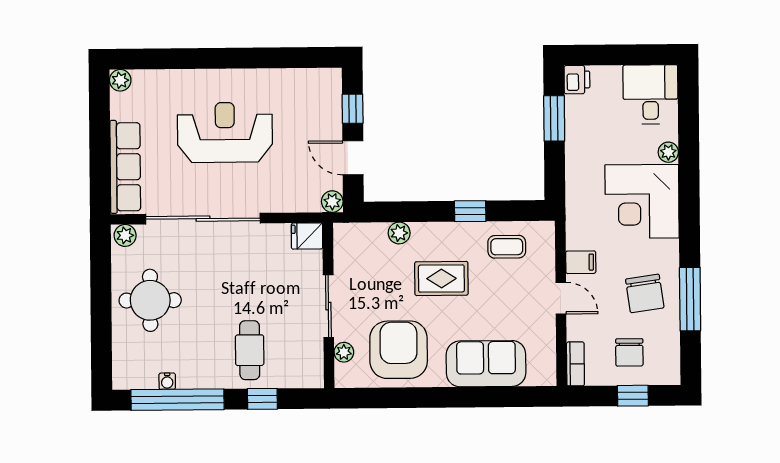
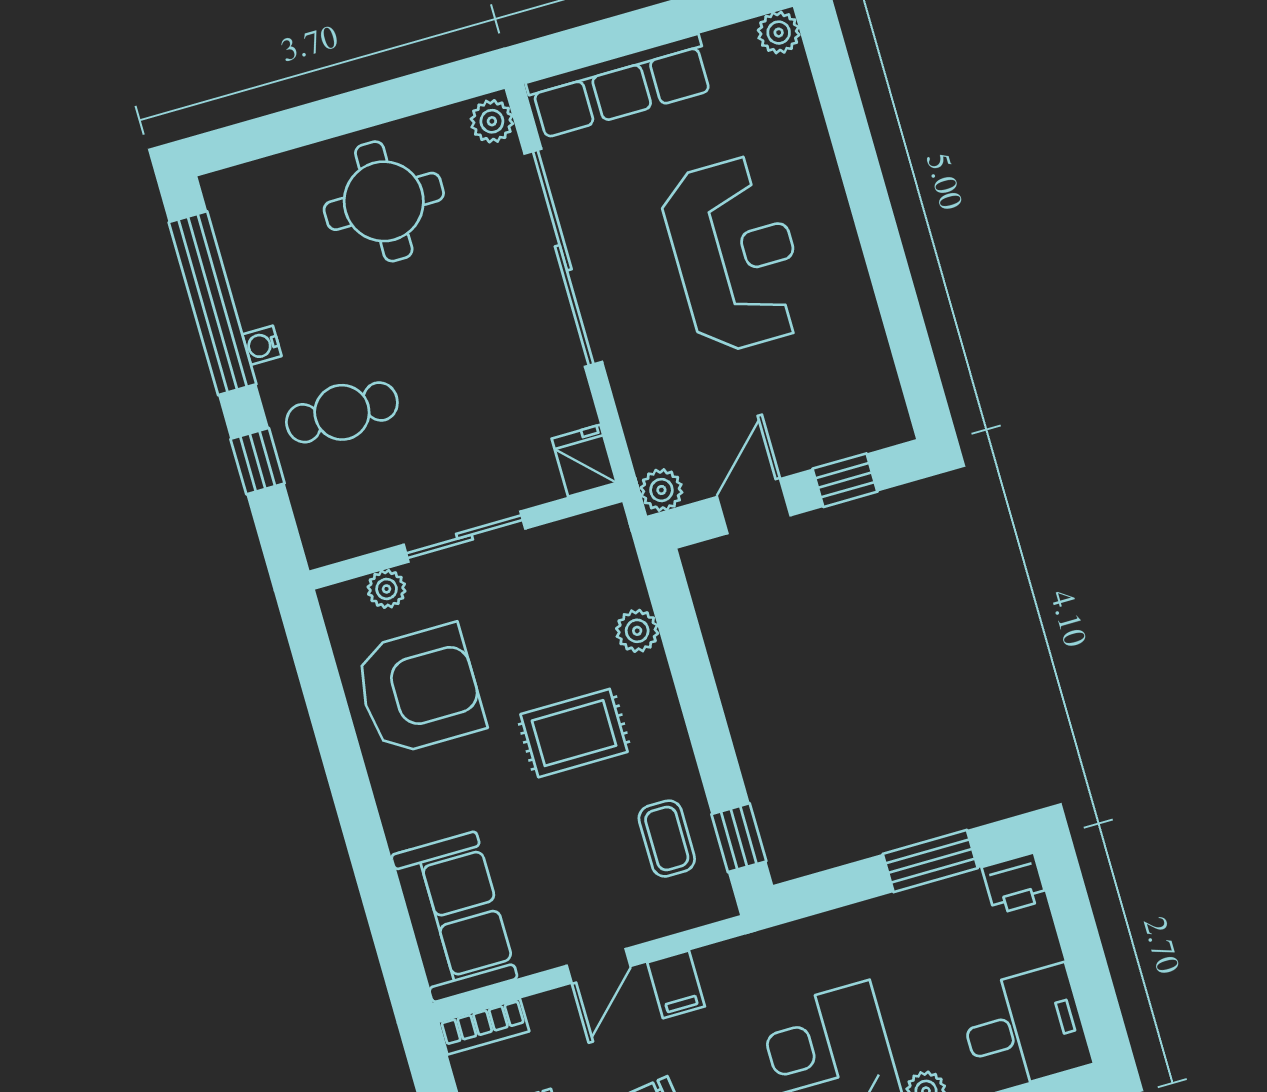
window: (470, 211) -> (739, 838), moved
rug: (441, 279) -> (574, 733), turned 90
sofa: (486, 364) -> (454, 917), moved
water cooler: (167, 381) -> (262, 345), moved

